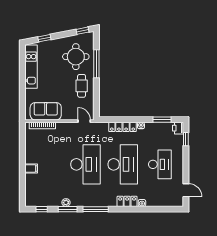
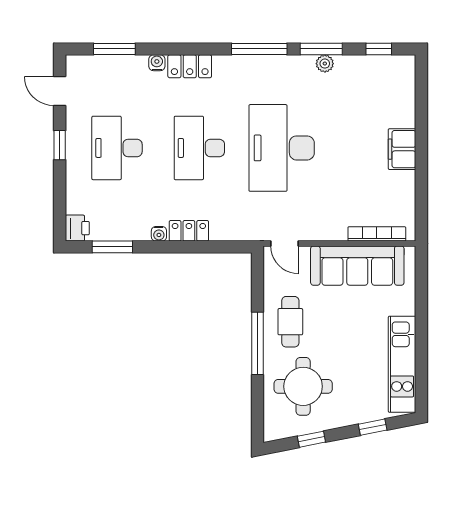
window: (83, 31) -> (311, 439), moved
window: (96, 64) -> (258, 343), moved
sofa: (46, 111) -> (357, 266), width x1.36
locker: (123, 127) -> (189, 231), width x0.66
window: (186, 139) -> (60, 145), moved
desk: (123, 164) -> (199, 148), width x0.73, depth x0.77
filing cabinet: (31, 168) -> (402, 149), width x2.00
window: (161, 209) -> (114, 49), added

